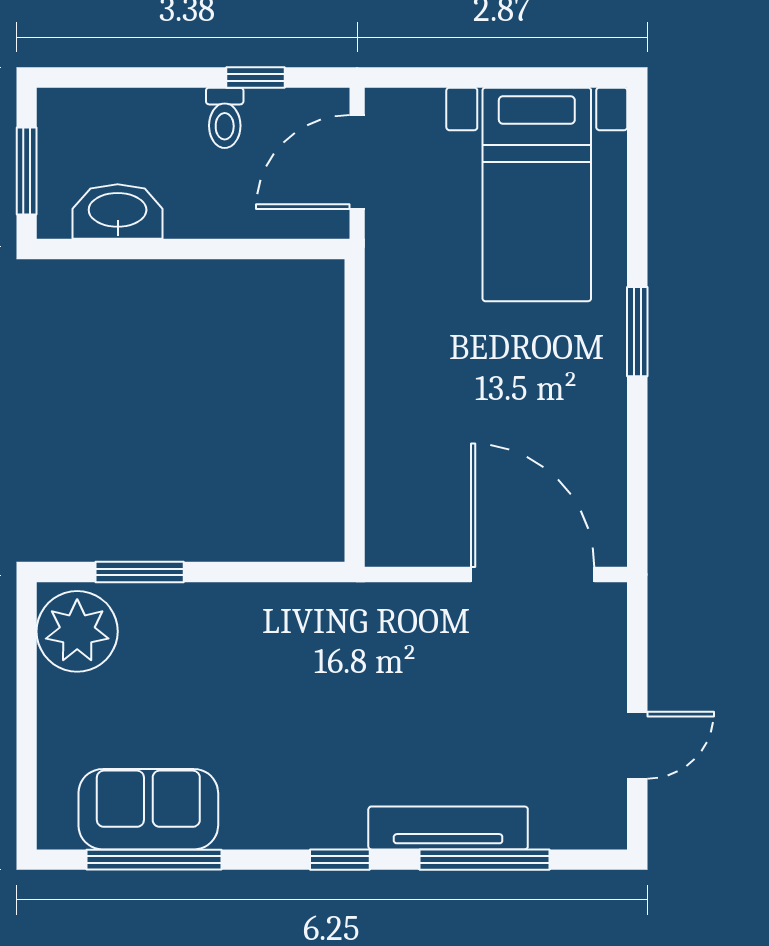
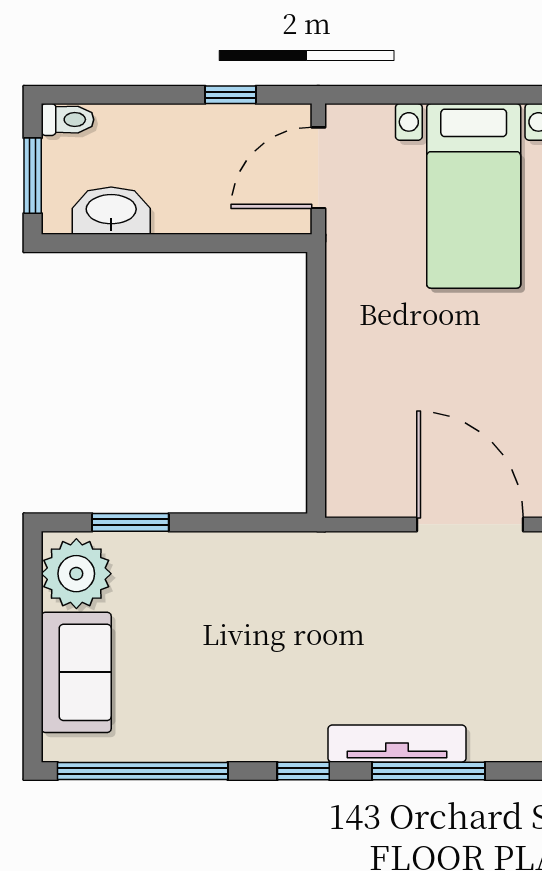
toilet: (225, 118) -> (67, 120), moved, turned -90
sofa: (148, 809) -> (76, 672), moved, turned 90
window: (154, 860) -> (143, 771), width x1.46

